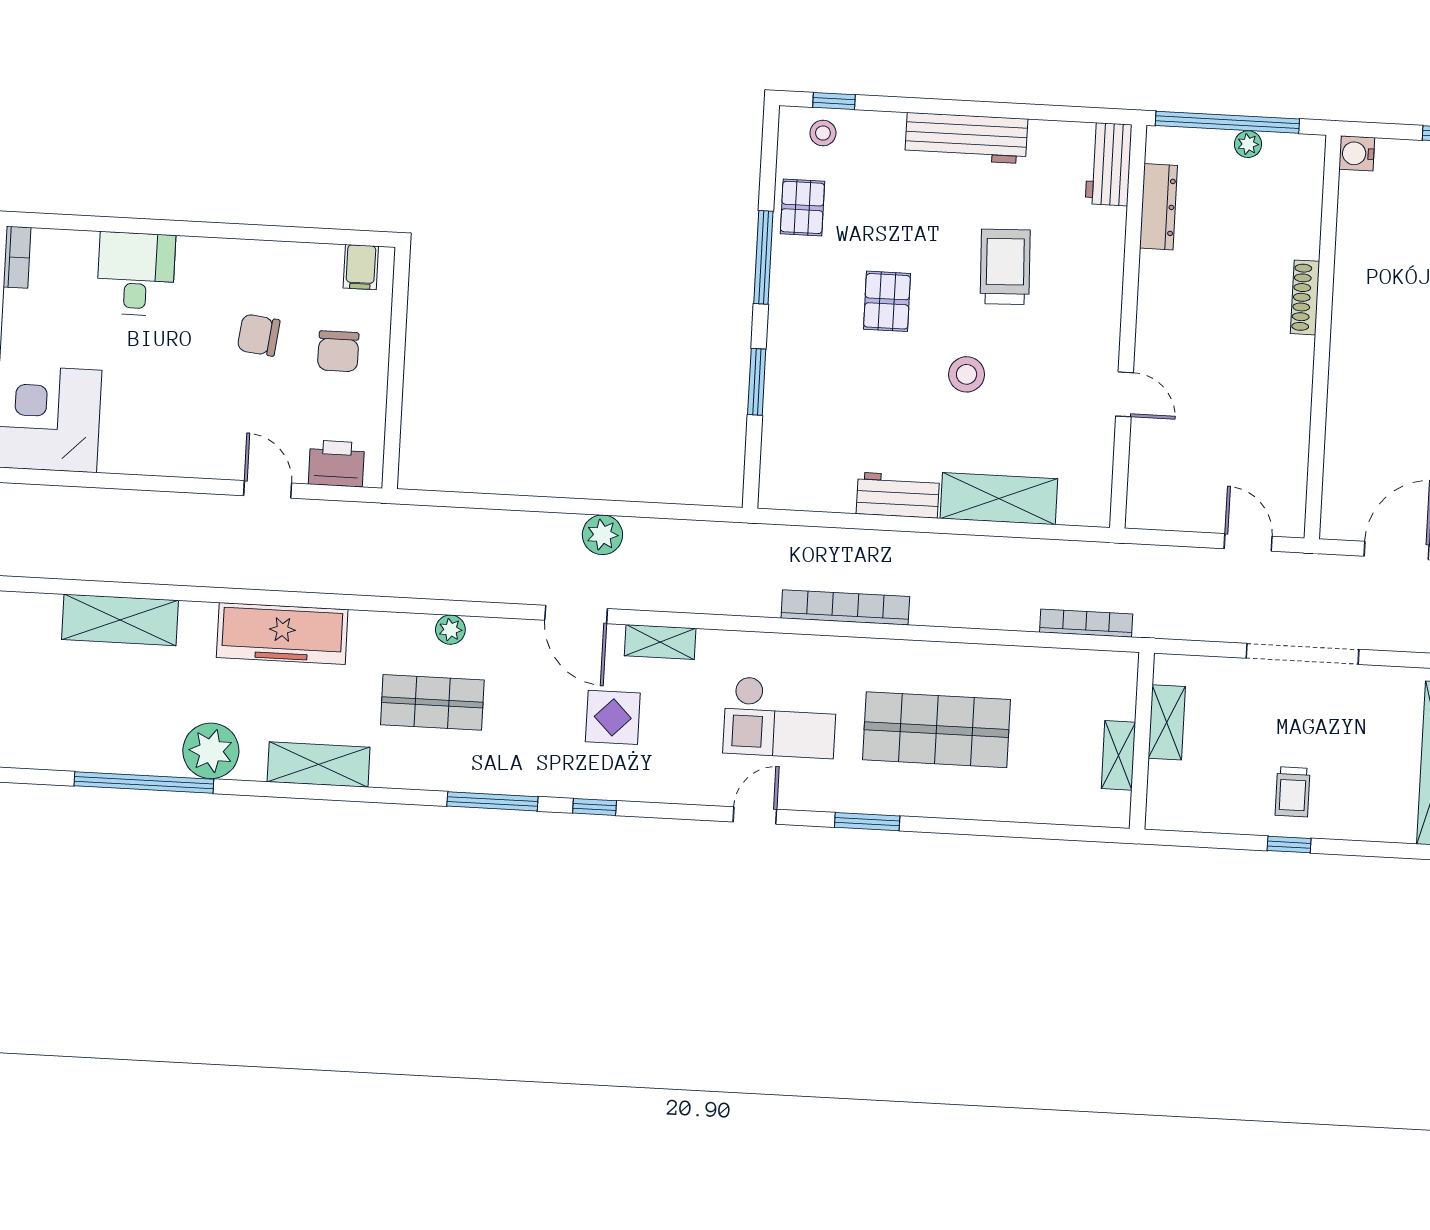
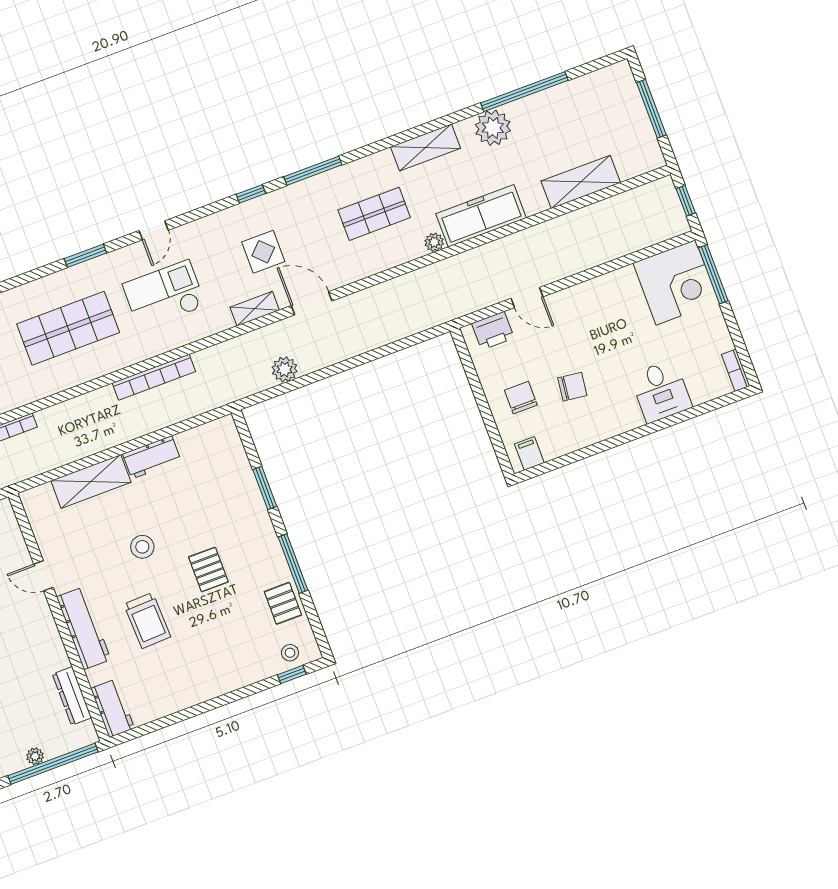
workbench: (966, 138) -> (84, 628), moved, turned 90
plant: (602, 535) -> (285, 369), moved
plant: (450, 630) -> (434, 242), moved

